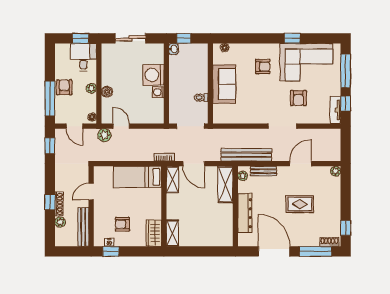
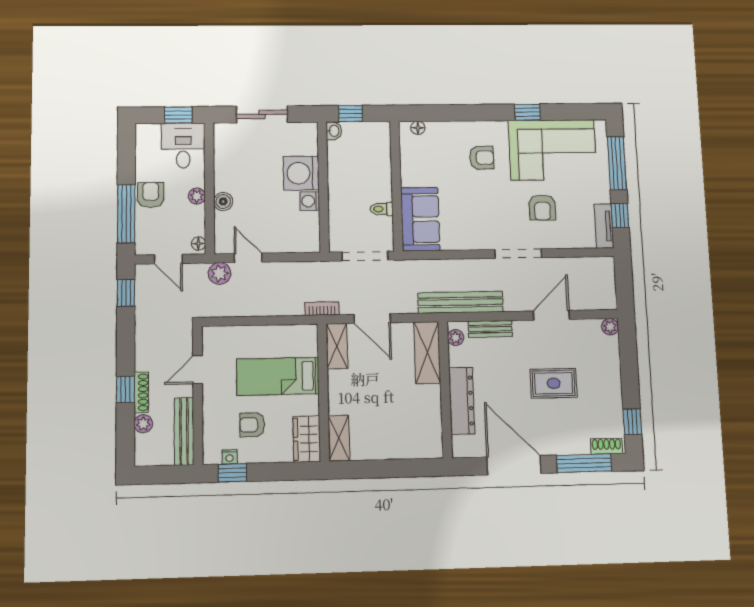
sofa: (224, 84) -> (420, 219), moved
bed: (138, 177) -> (278, 376), moved

